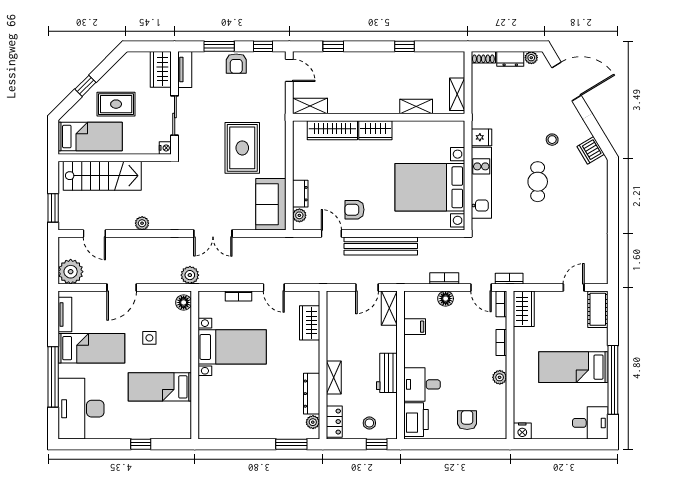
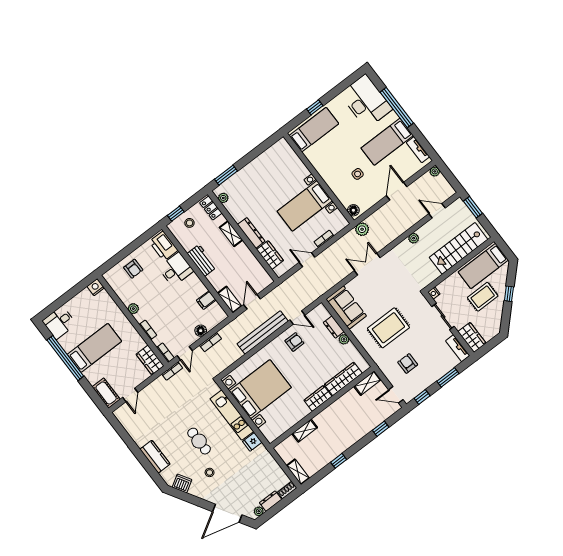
armchair: (236, 64) -> (408, 363), moved
shelving: (457, 94) -> (298, 472), moved
rug: (242, 148) -> (388, 328), turned 90
kitchen counter: (598, 201) -> (155, 457), added
plant: (299, 215) -> (344, 339), moved
plant: (71, 272) -> (435, 171), width x0.53, depth x0.53
door: (481, 287) -> (185, 353), swing flipped
bed: (160, 387) -> (314, 130), moved
dresser: (312, 394) -> (251, 233), moved

